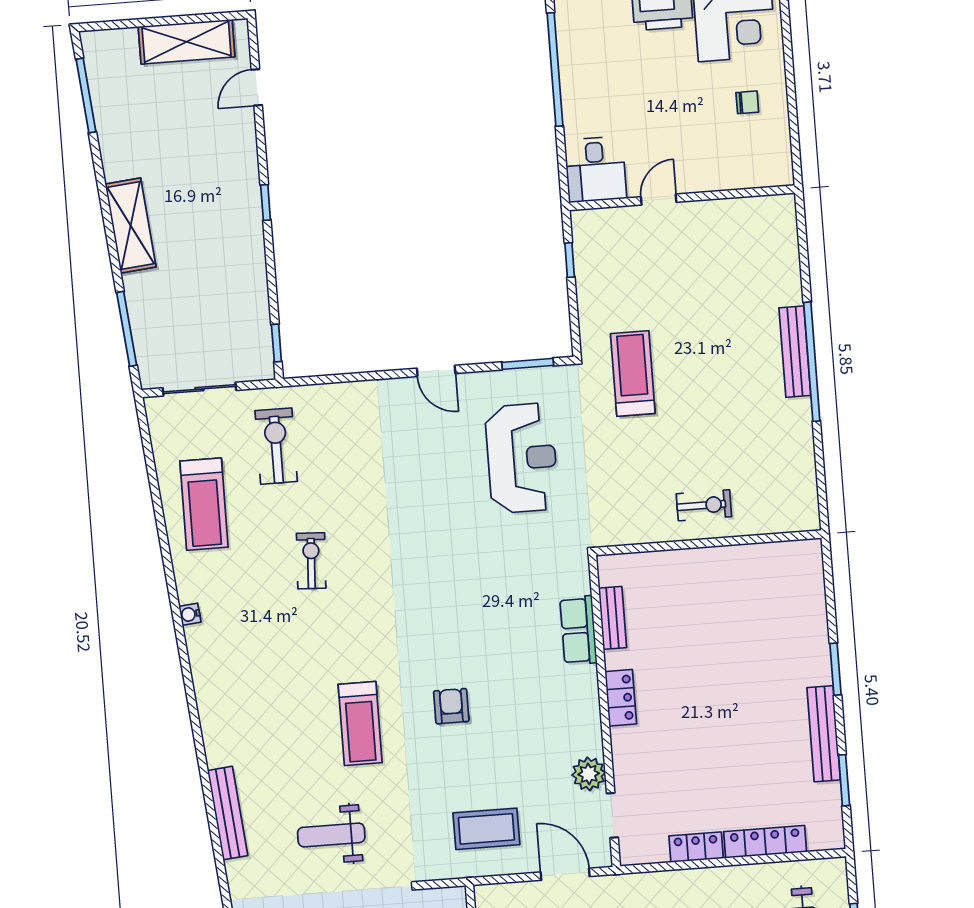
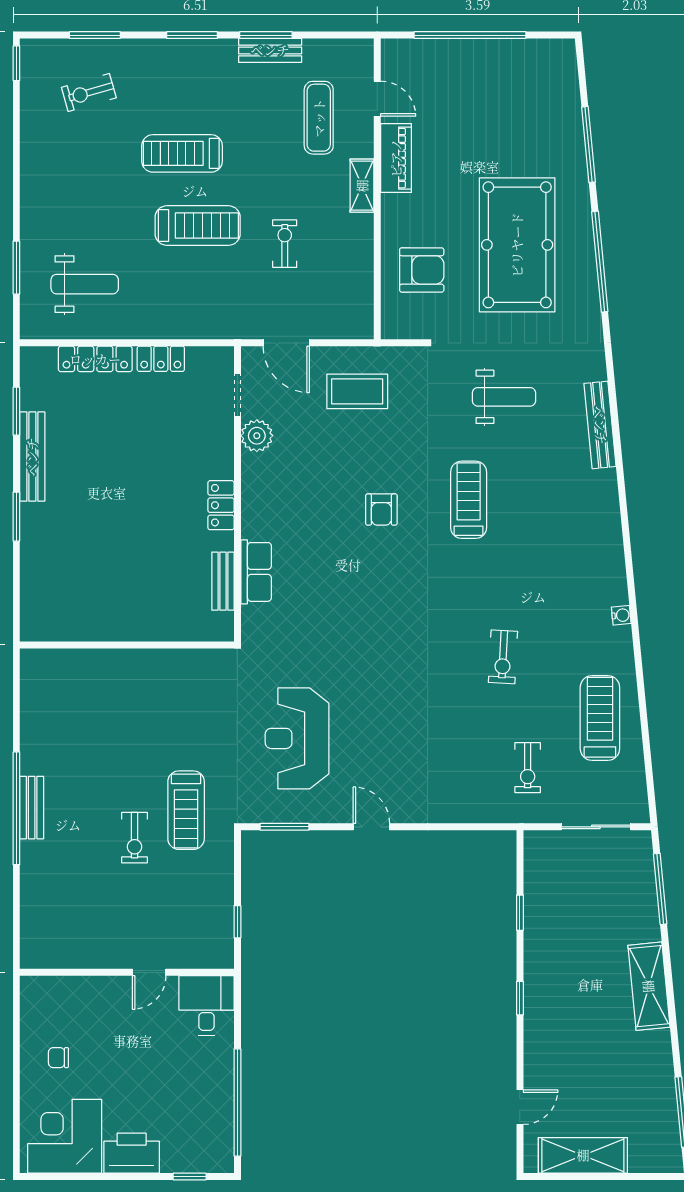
window: (276, 343) -> (520, 913), moved
bench: (795, 352) -> (32, 808), width x0.73
exercise bike: (276, 446) -> (528, 768), width x0.73, depth x0.72
exercise bike: (704, 505) -> (135, 838), moved, turned -90

